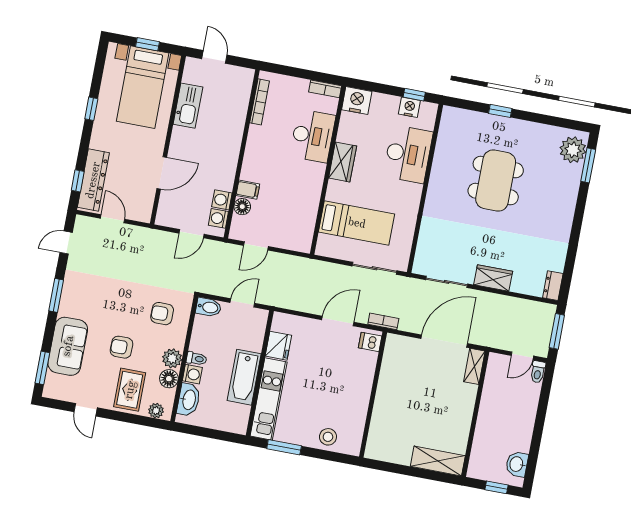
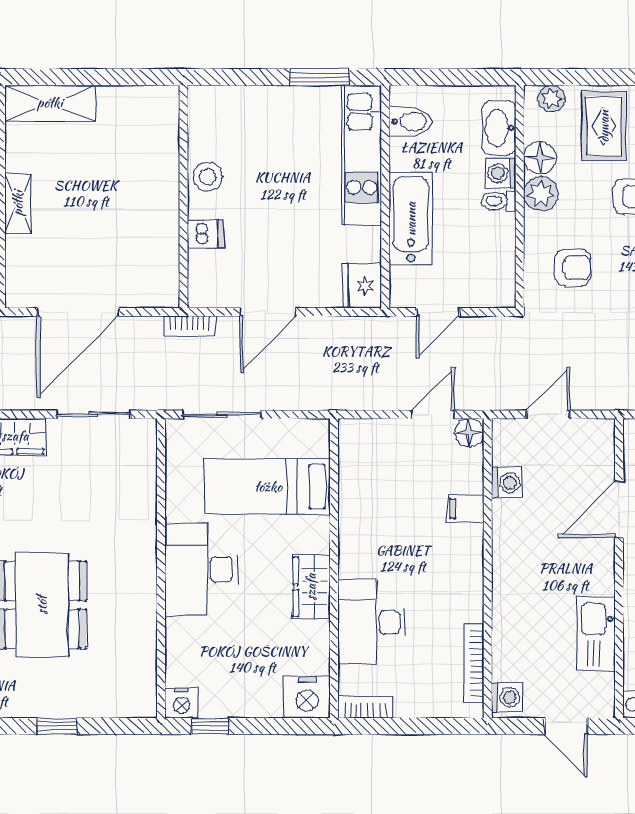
nightstand: (409, 107) -> (182, 703), moved
desk: (408, 154) -> (201, 569), moved
floor lamp: (242, 207) -> (469, 433), moved
washing machine: (218, 218) -> (507, 697), moved
bidet: (209, 307) -> (410, 122), moved, turned 180
dishwasher: (370, 342) -> (206, 234), moved
fridge: (278, 346) -> (362, 286), moved
shelving: (474, 366) -> (18, 203), moved
bathtub: (244, 377) -> (411, 219), moved
stool: (328, 437) -> (208, 177), moved

